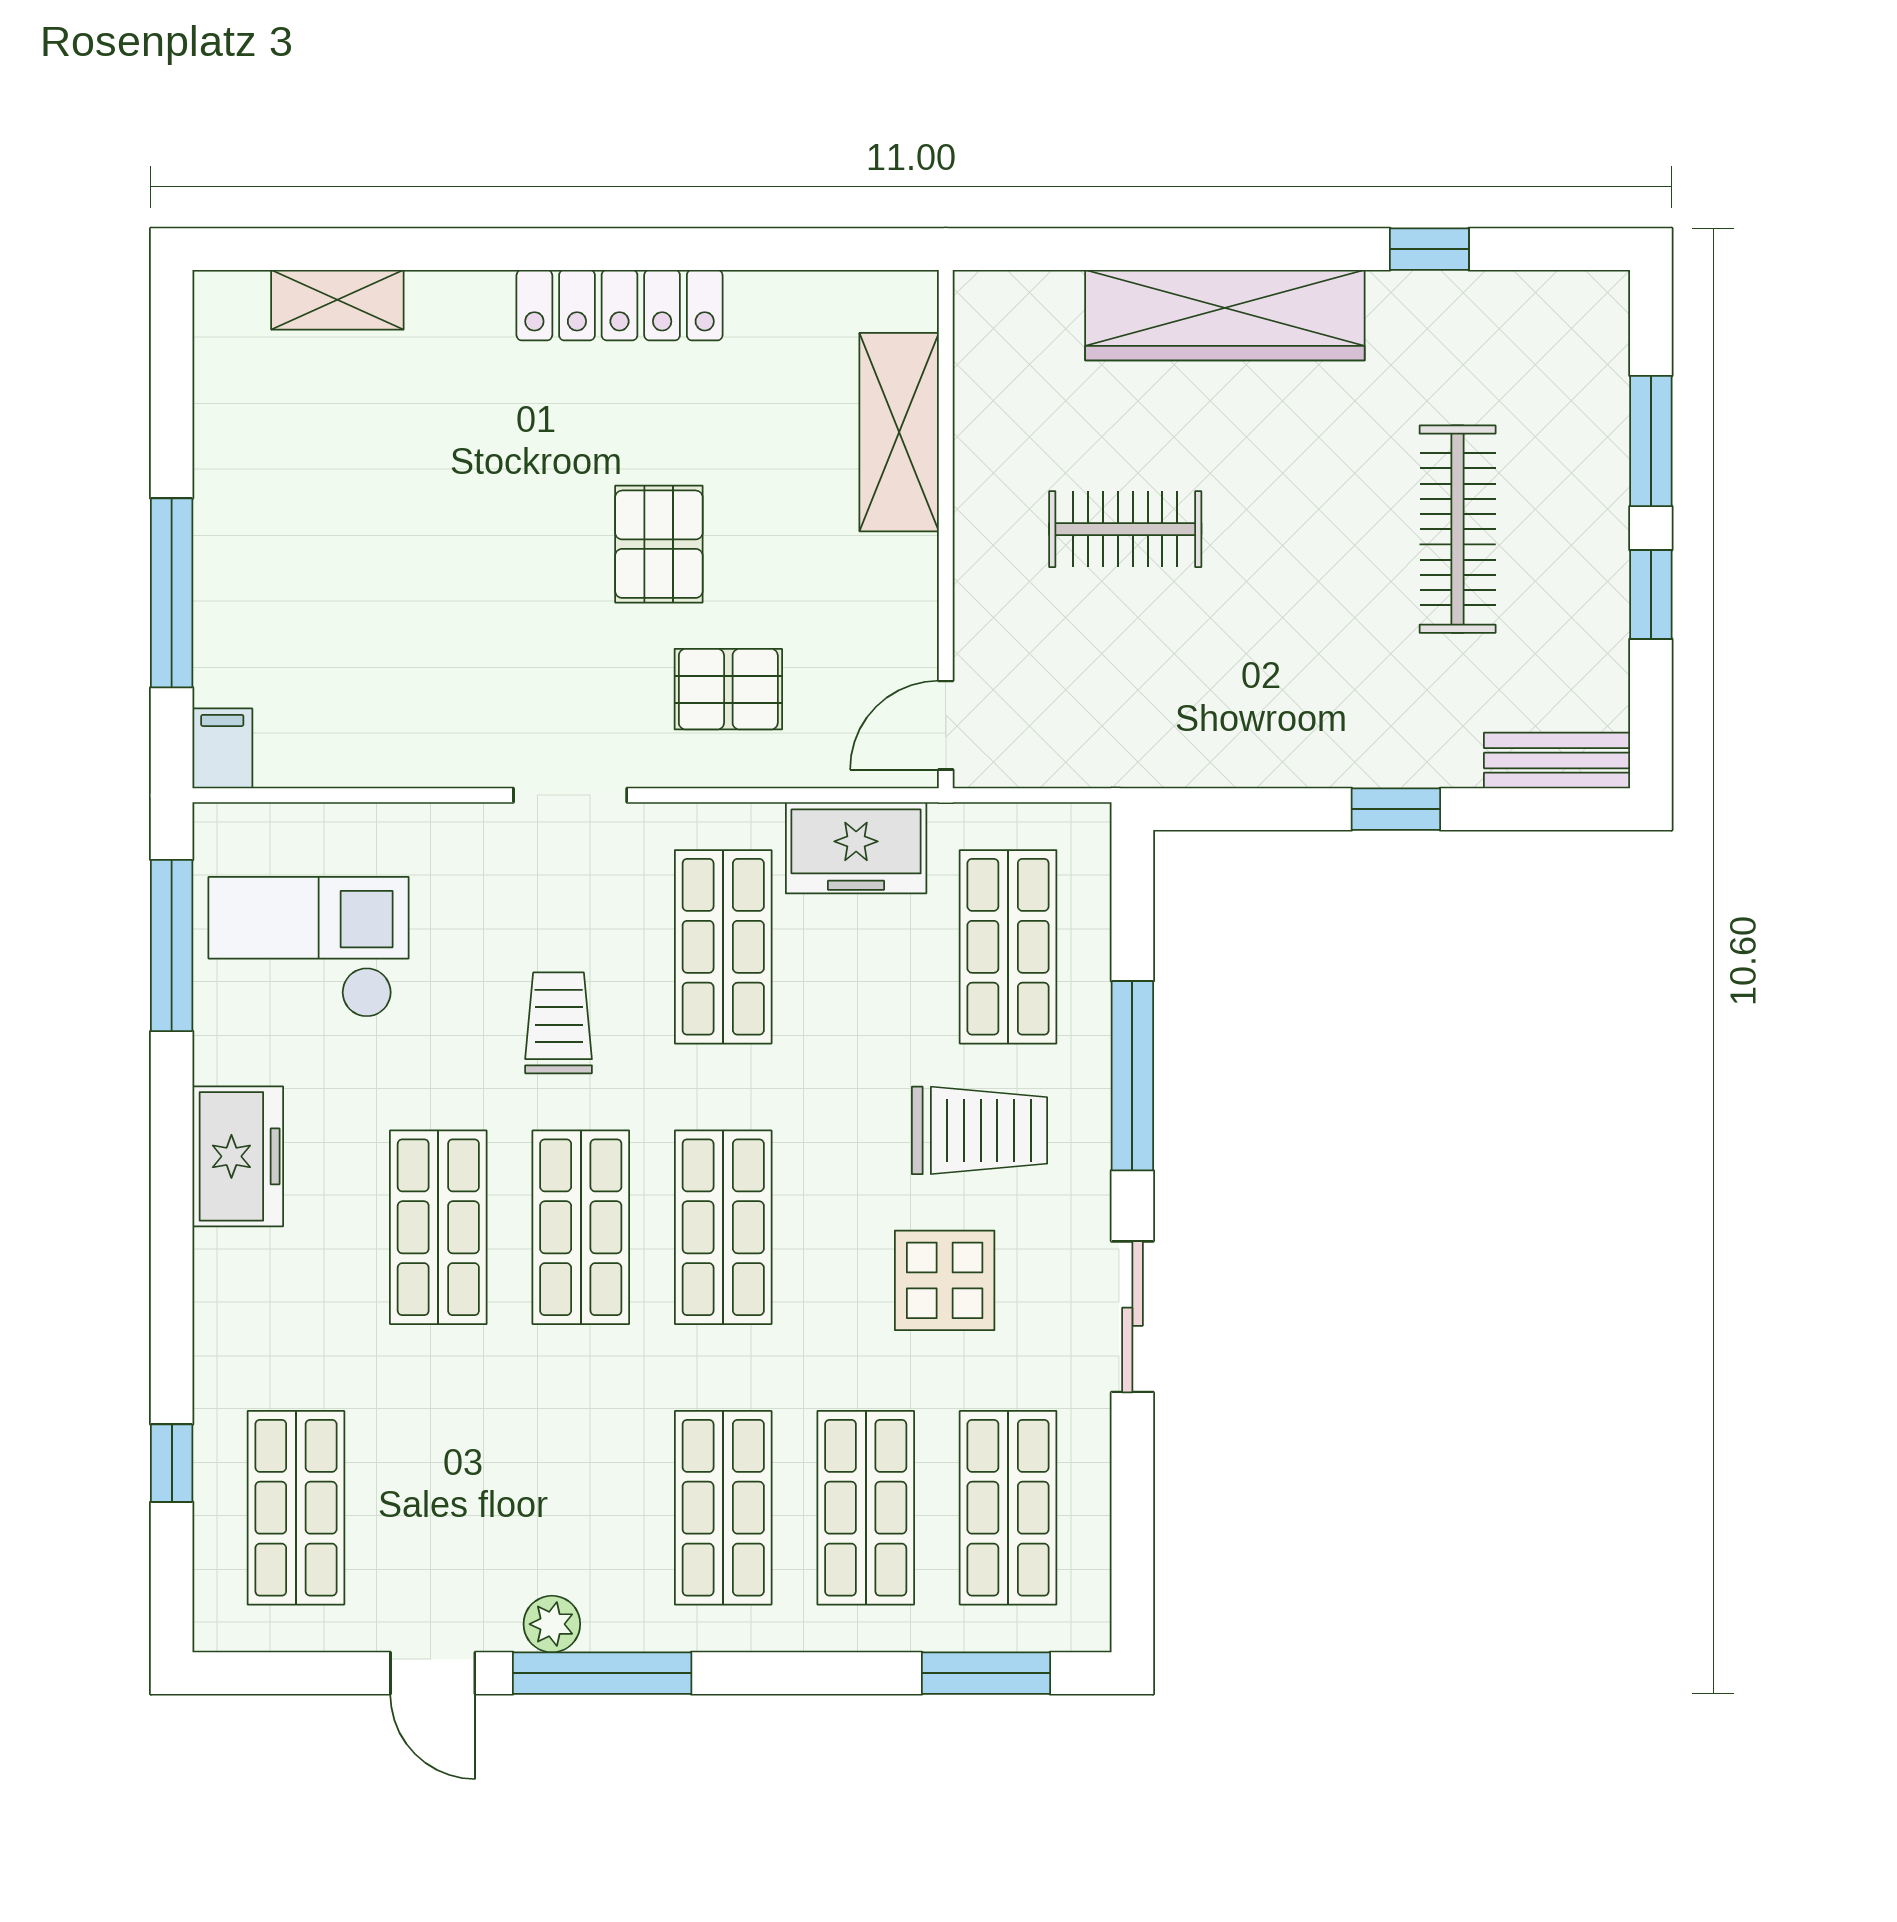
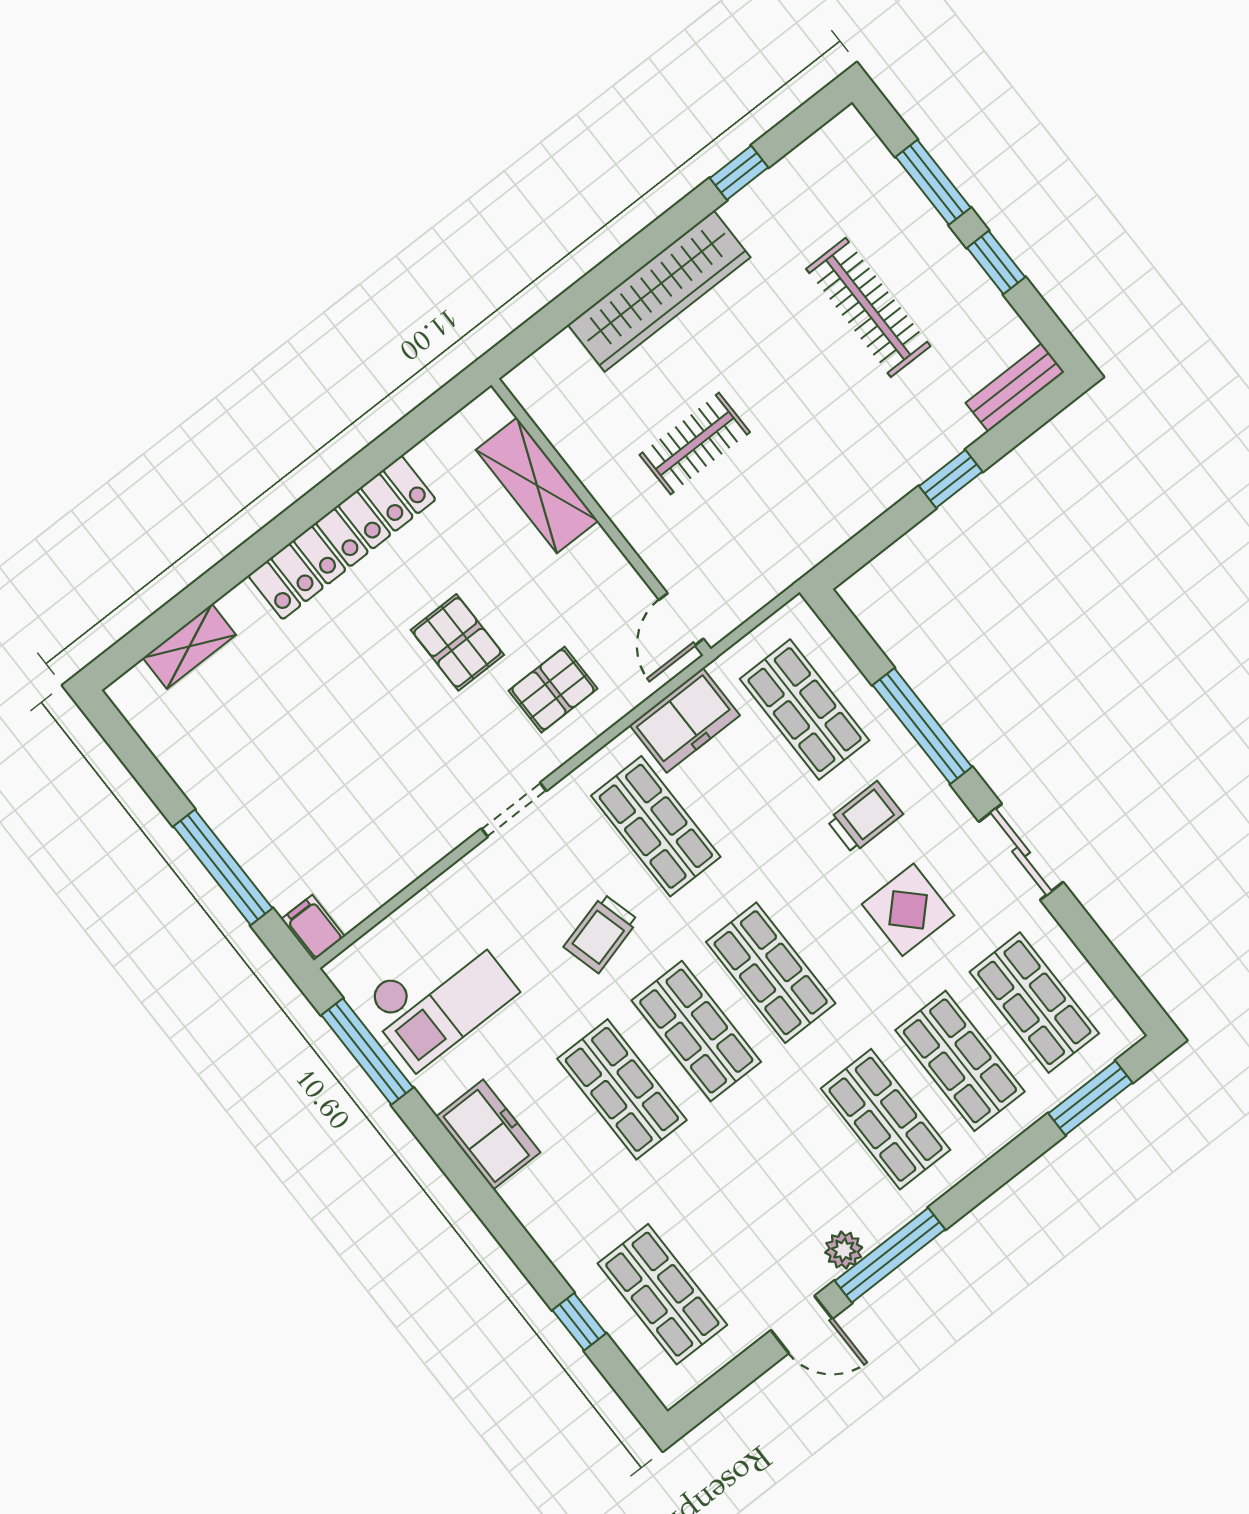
locker: (620, 305) -> (342, 537), width x1.41, depth x1.21
checkout: (309, 947) -> (439, 996), turned 180
trolley: (559, 1023) -> (601, 933), turned -105
trolley: (980, 1130) -> (865, 817), width x0.73, depth x0.72

